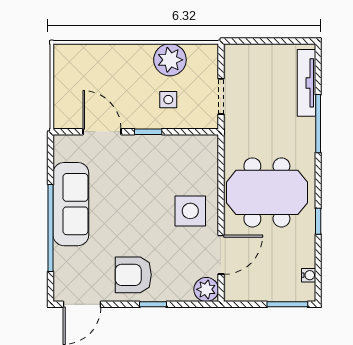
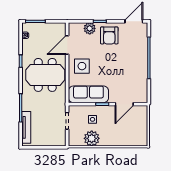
door: (102, 132) -> (124, 104), hinge flipped
sofa: (71, 204) -> (88, 94), moved, turned 90
armchair: (133, 275) -> (109, 35), turned 90
plant: (206, 289) -> (90, 28), moved

